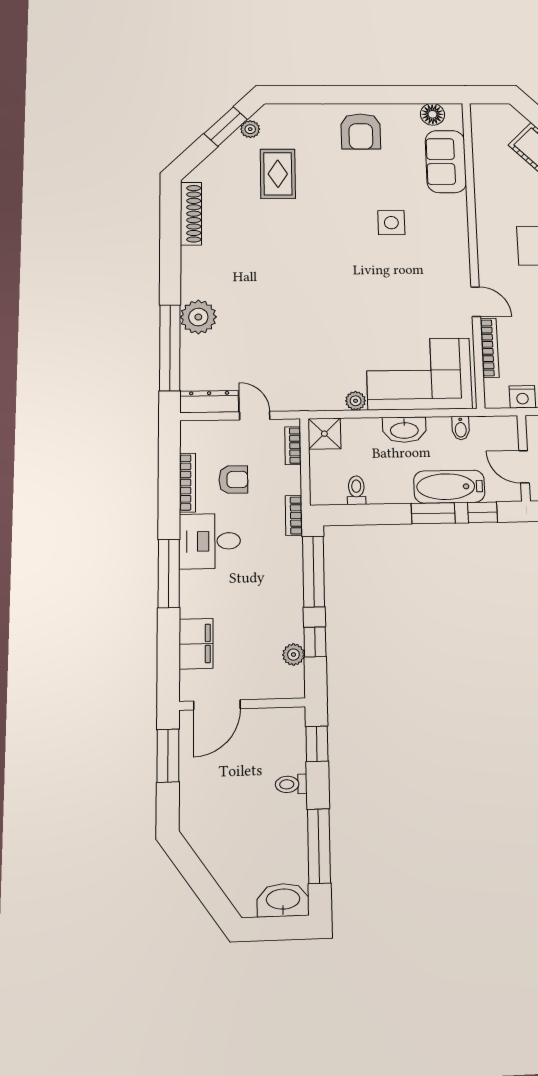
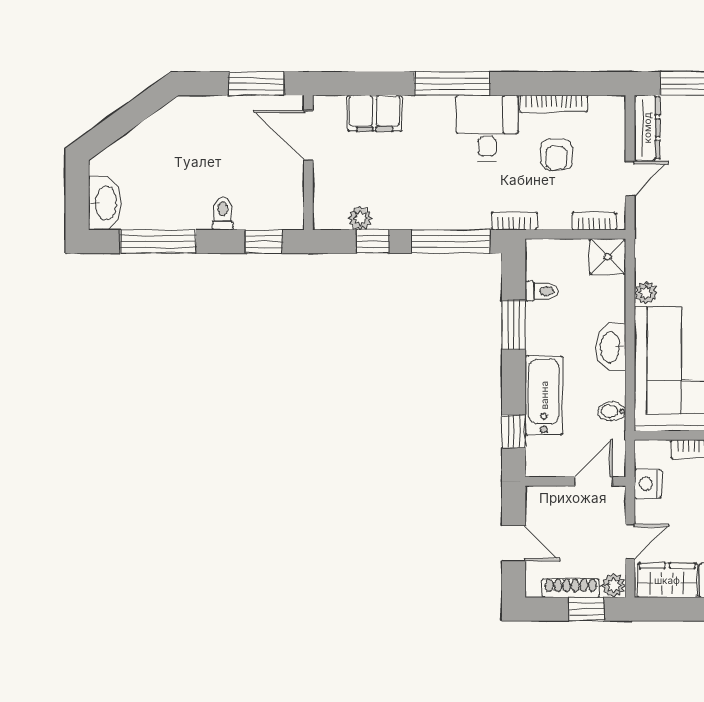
door: (524, 467) -> (594, 481), moved
window: (433, 513) -> (514, 325), moved

